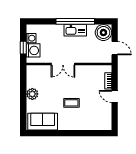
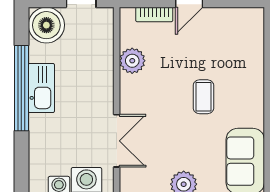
double door: (63, 64) -> (117, 141), moved
plant: (88, 71) -> (132, 61), added

